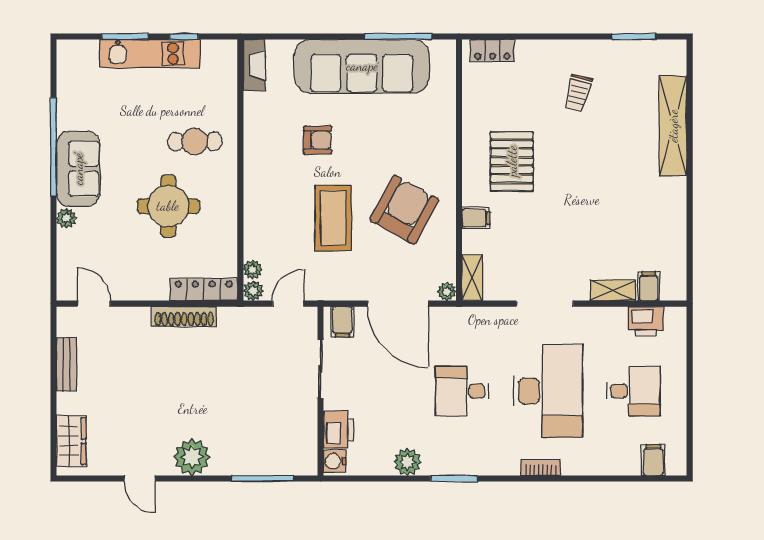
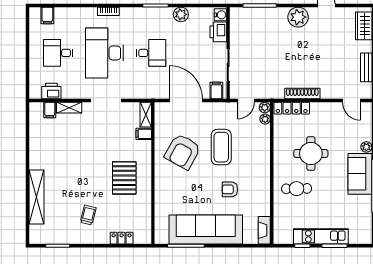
locker: (492, 51) -> (122, 238), moved
filing cabinet: (476, 218) -> (144, 134), moved
plant: (447, 292) -> (159, 107), removed

